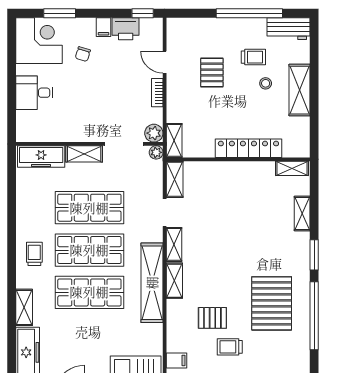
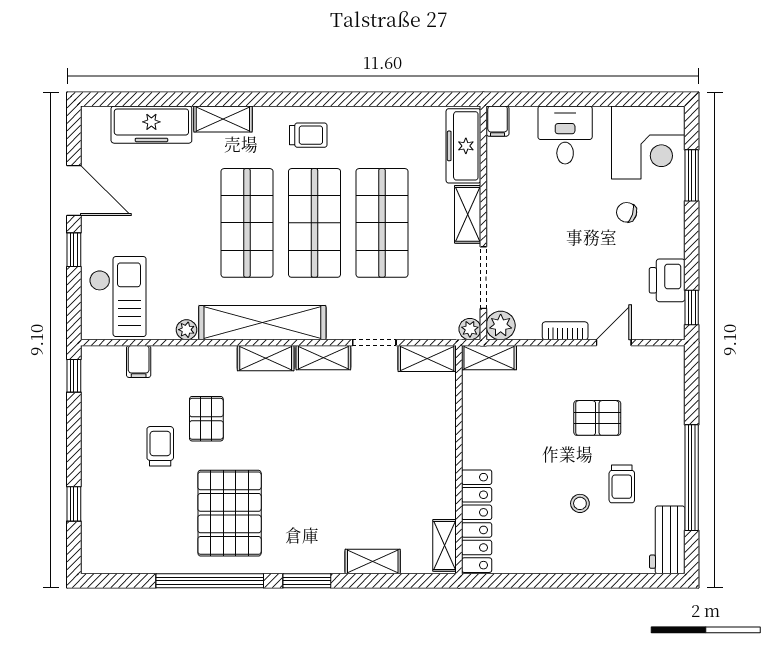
filing cabinet: (104, 27) -> (498, 121), moved, turned -90
shelving: (300, 90) -> (569, 557), removed
locker: (248, 148) -> (477, 521), moved
pallet: (272, 303) -> (230, 513), turned 90
plant: (157, 330) -> (186, 330), added

